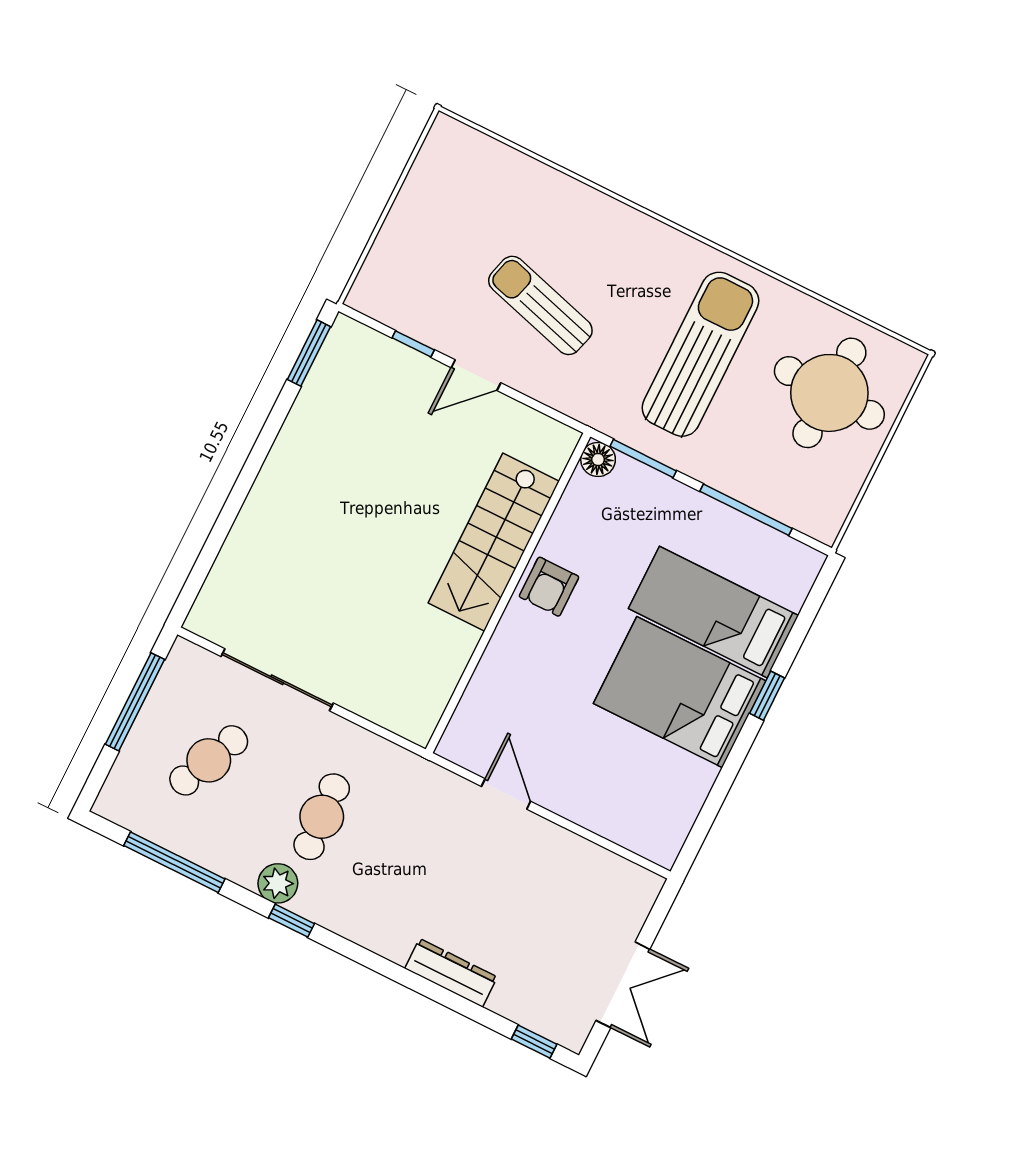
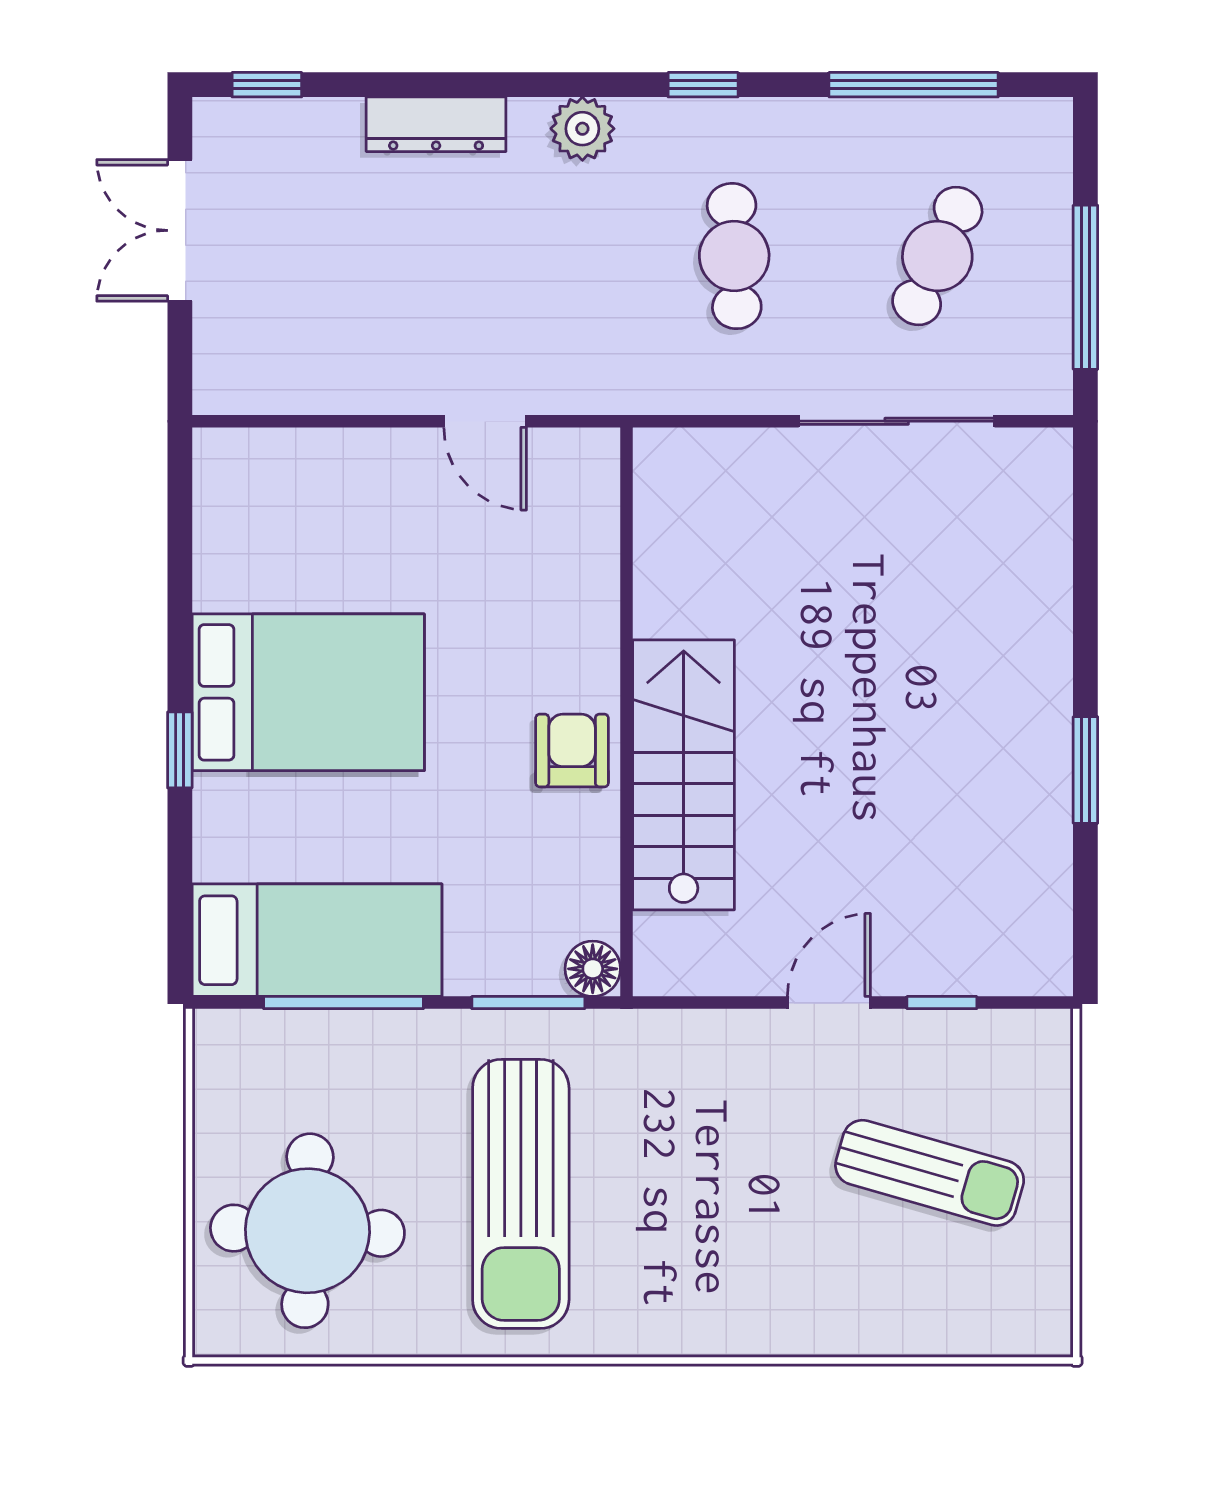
sun lounger: (540, 305) -> (930, 1173), moved
window: (309, 353) -> (1085, 770), moved
bed: (713, 612) -> (317, 940), moved
plant: (278, 883) -> (582, 129), moved

